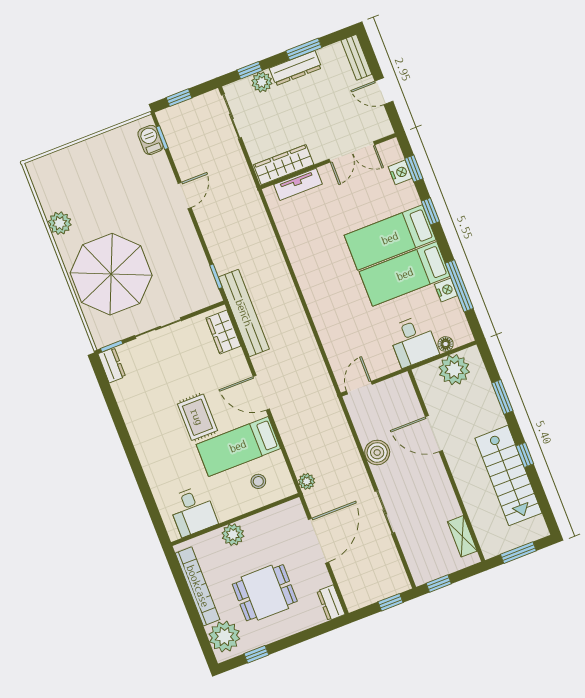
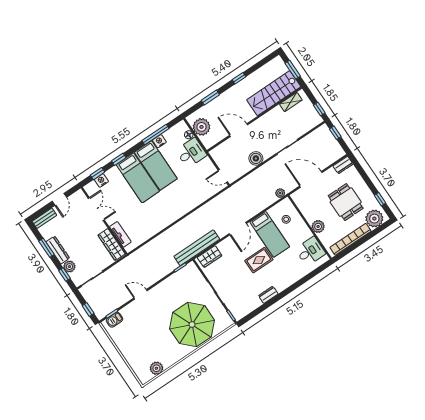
plant: (60, 223) -> (156, 368), moved
dresser: (112, 365) -> (268, 295), moved
door: (434, 434) -> (239, 130), swing flipped
stairs: (508, 476) -> (274, 93), moved, turned 180

